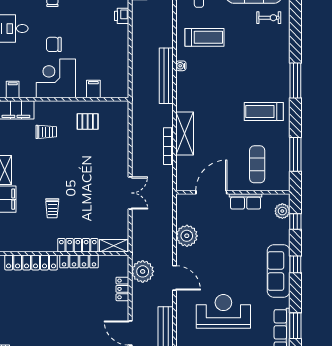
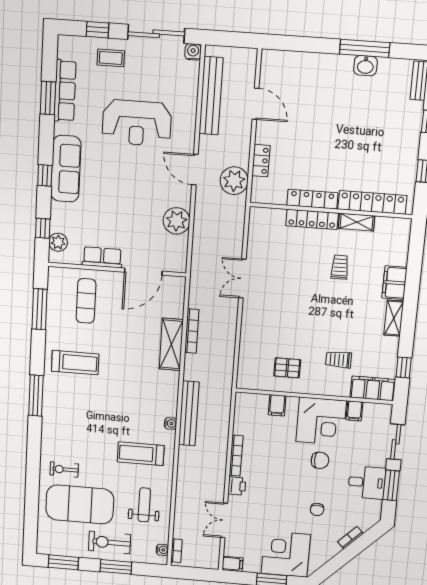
bookcase: (124, 43) -> (236, 455), added
filing cabinet: (13, 90) -> (354, 411), moved
shelving: (114, 246) -> (357, 222), moved

